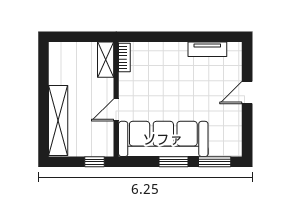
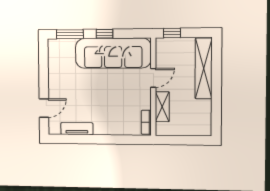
shelving: (106, 60) -> (162, 107), moved
door: (247, 92) -> (44, 108), moved
window: (173, 162) -> (104, 34), width x0.67

